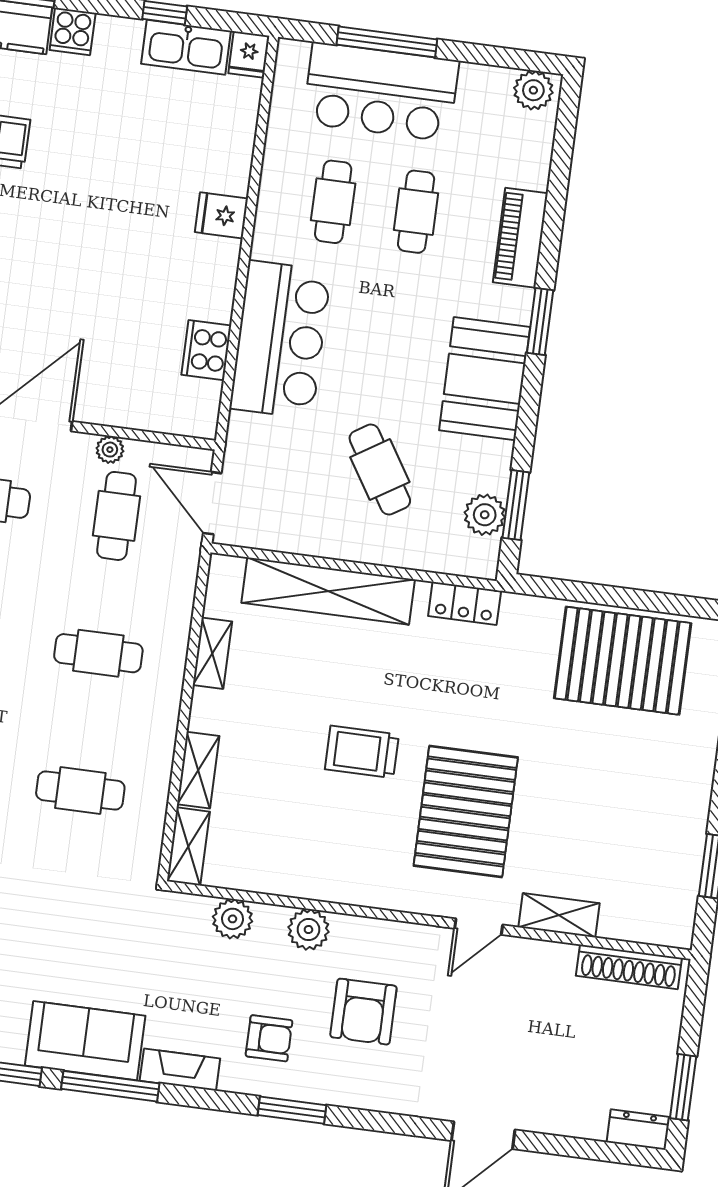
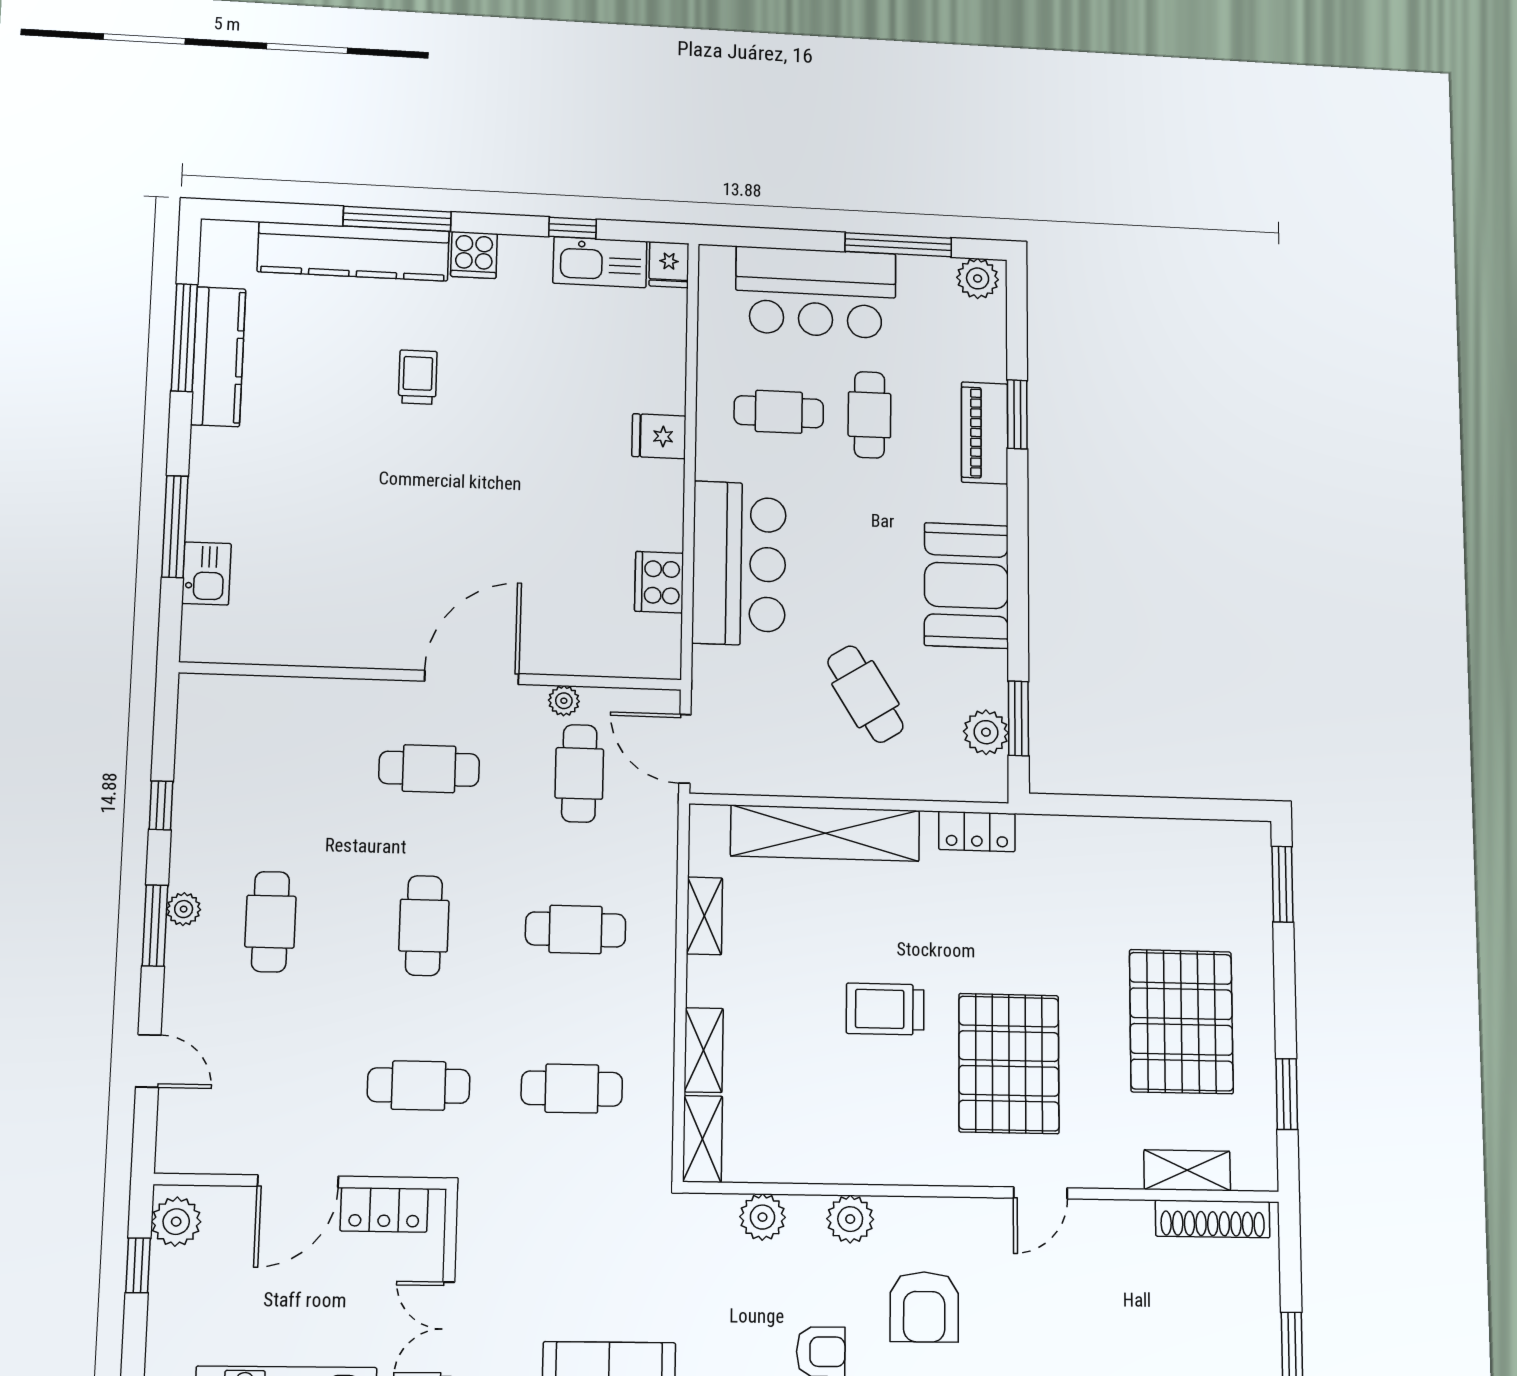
window: (387, 42) -> (898, 245), moved
cafe table: (333, 202) -> (779, 412), turned 90
window: (540, 322) -> (1017, 414), moved
pallet: (623, 661) -> (1181, 1022), moved, turned 90
shelving: (559, 915) -> (1187, 1170), moved

